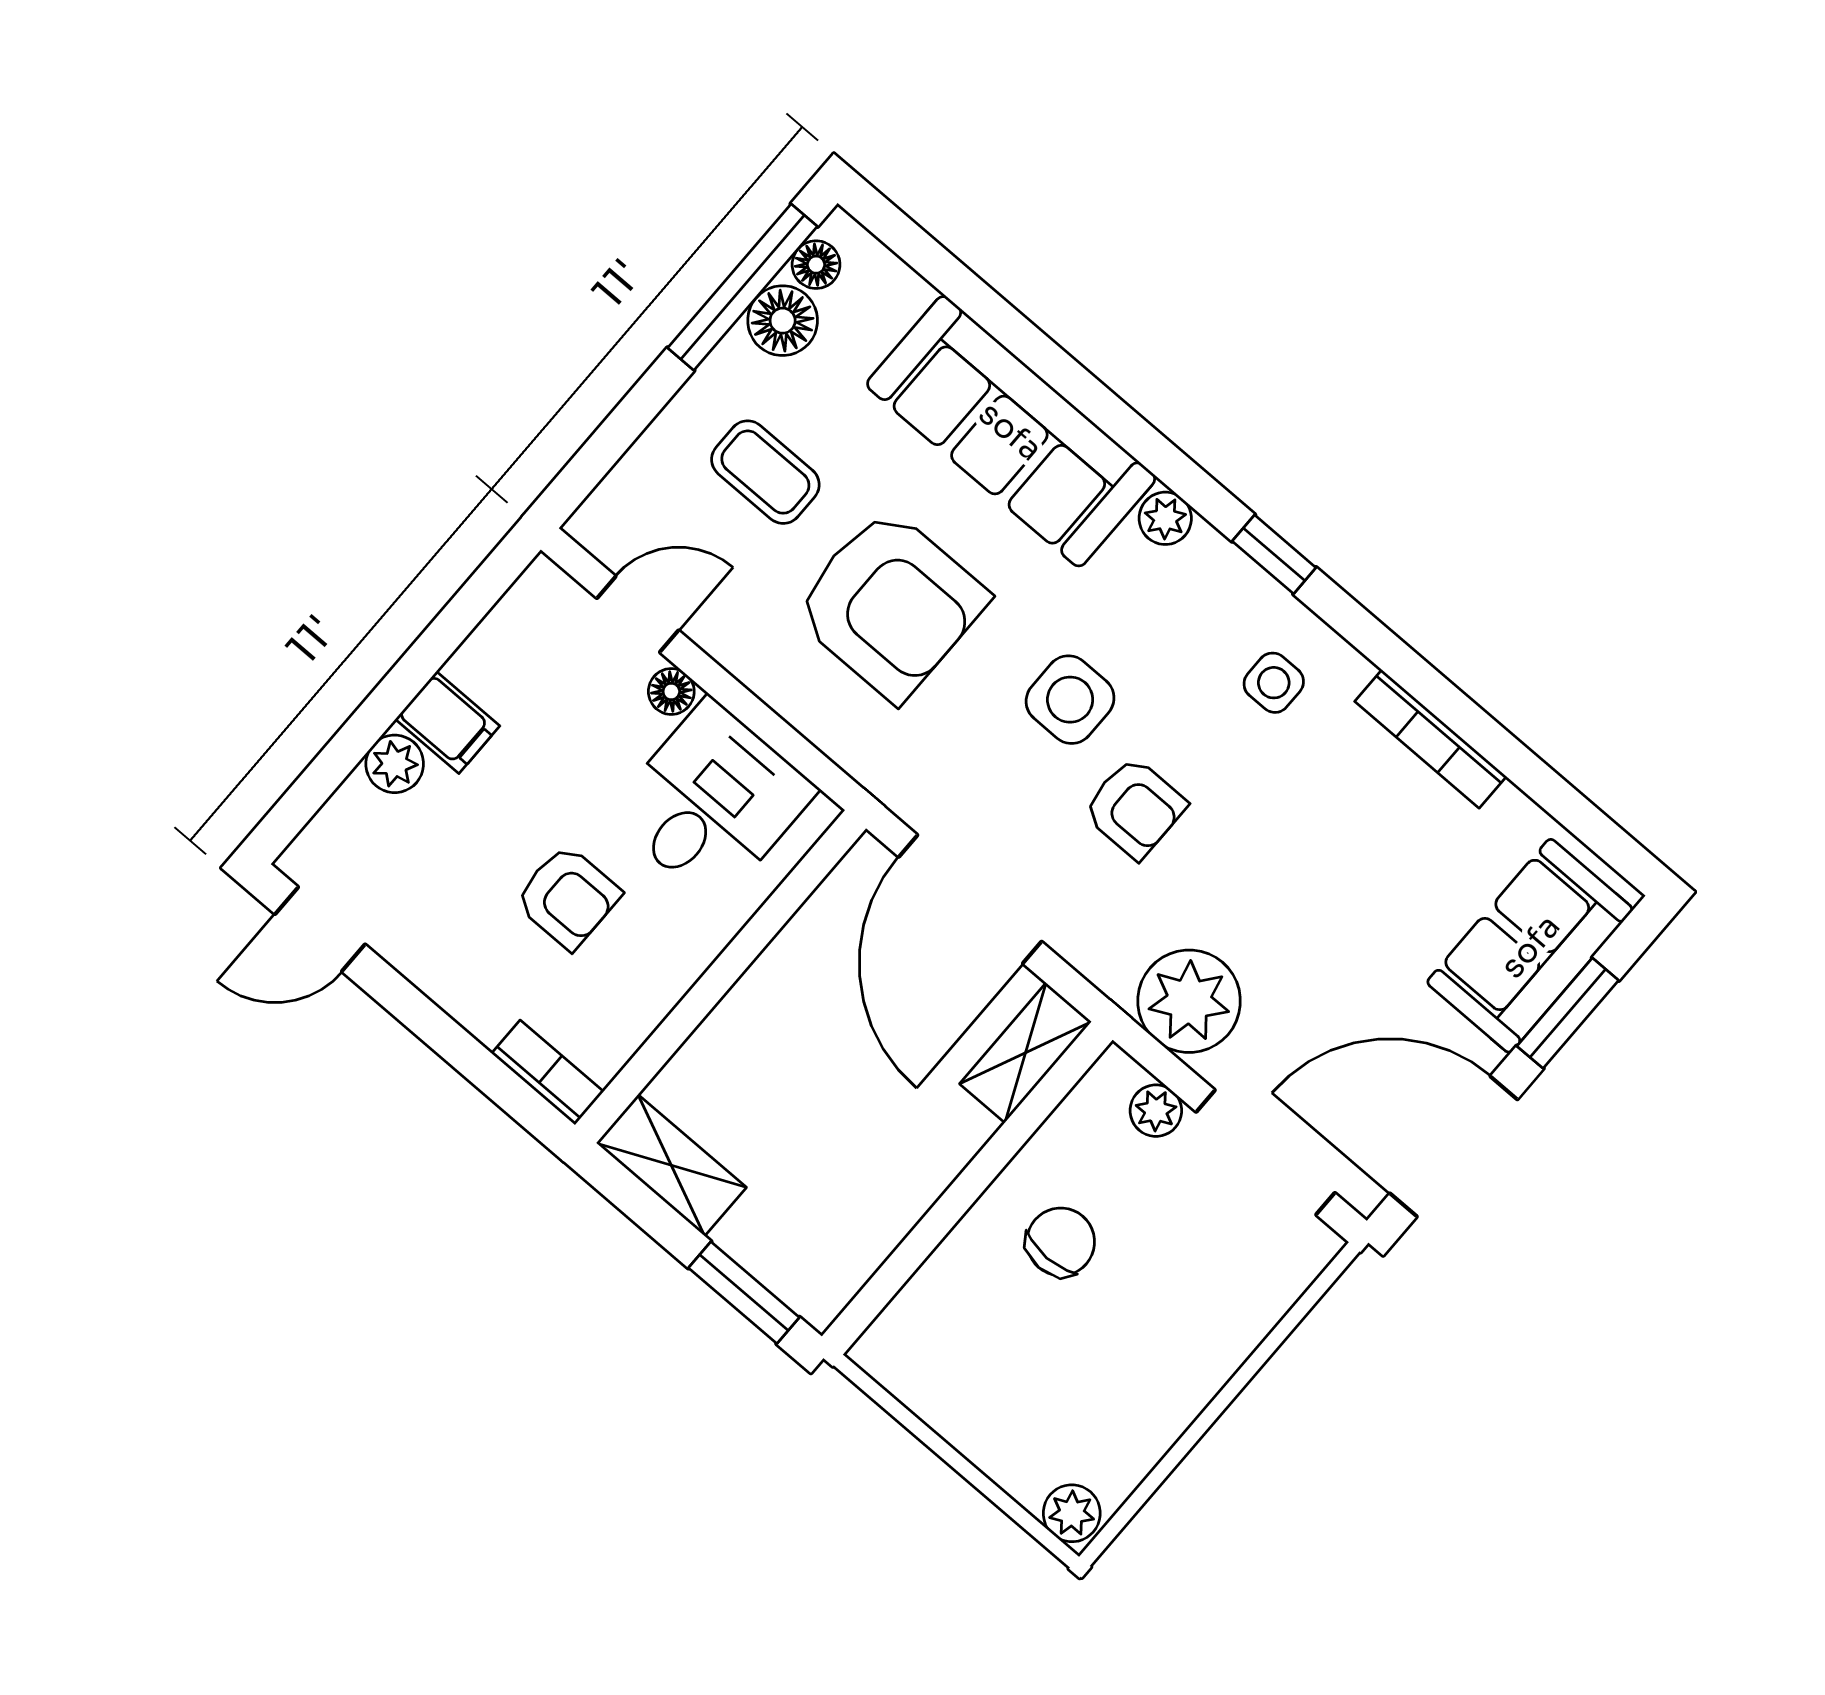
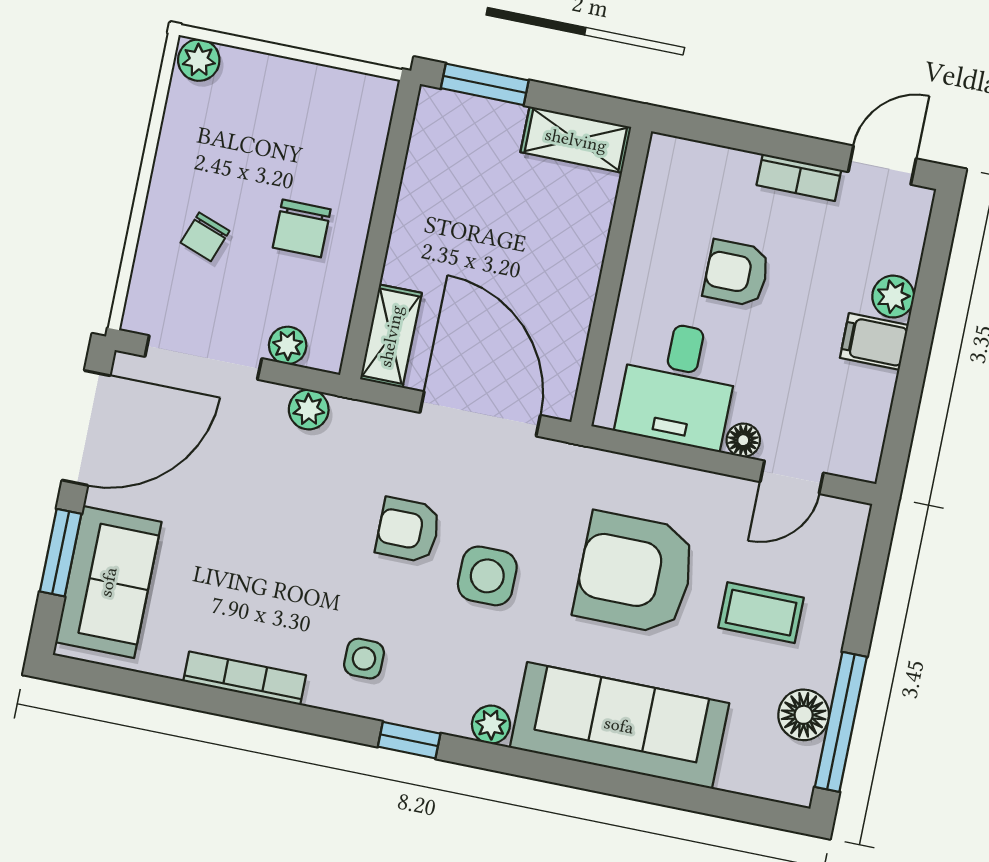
floor lamp: (816, 265) -> (802, 762), removed
plant: (1189, 1001) -> (309, 410), width x0.53, depth x0.53
bookcase: (548, 1073) -> (799, 177), moved
chair: (1183, 1296) -> (205, 237), added

